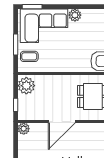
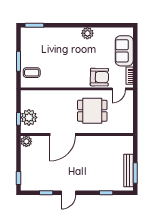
plant: (75, 15) -> (87, 33), moved
corner sofa: (44, 26) -> (46, 43), removed
plant: (26, 86) -> (29, 117), moved

